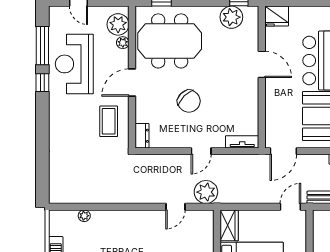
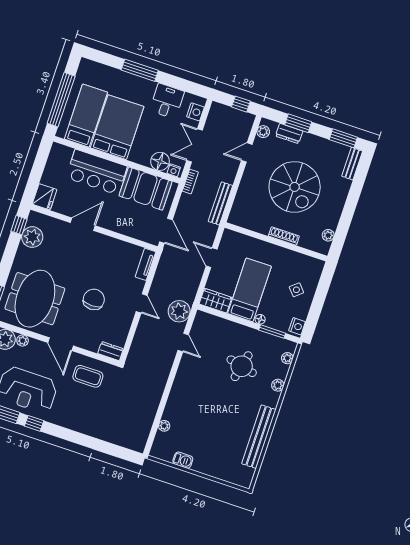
chair: (189, 101) -> (94, 299), turned -45
door: (290, 207) -> (212, 258), moved

